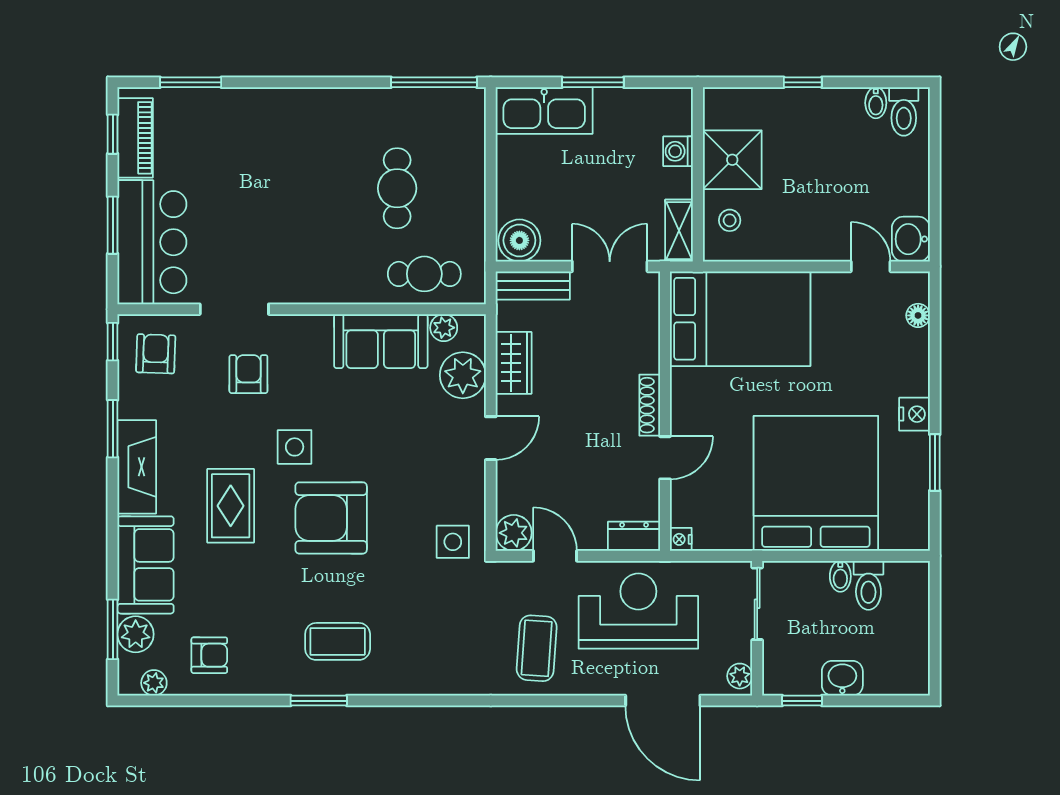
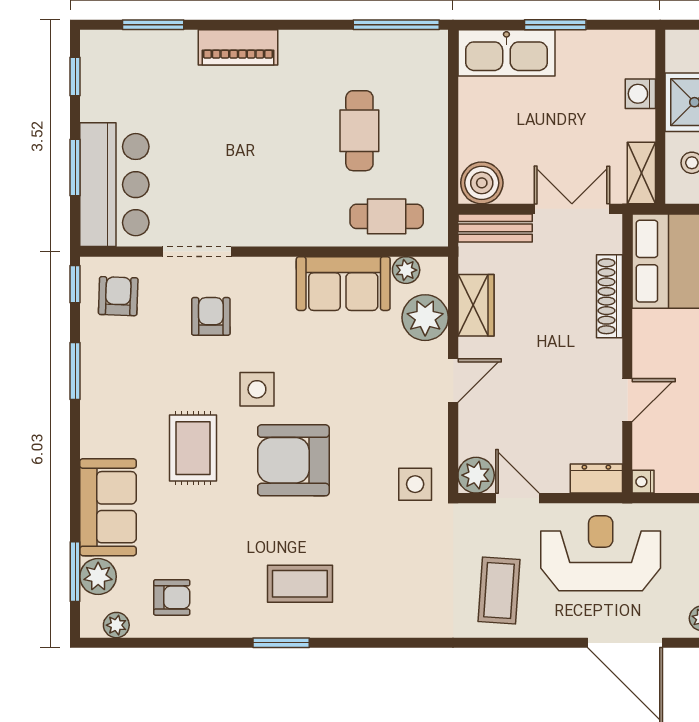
piano: (135, 138) -> (238, 47), moved, turned 90
shoe rack: (650, 405) -> (610, 296), moved, width x1.36, depth x1.24
fireplace: (137, 467) -> (99, 409), removed

